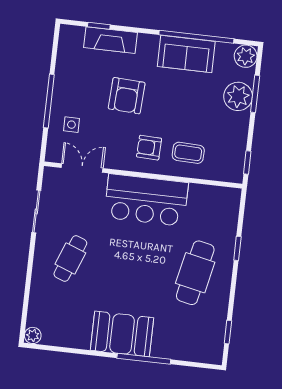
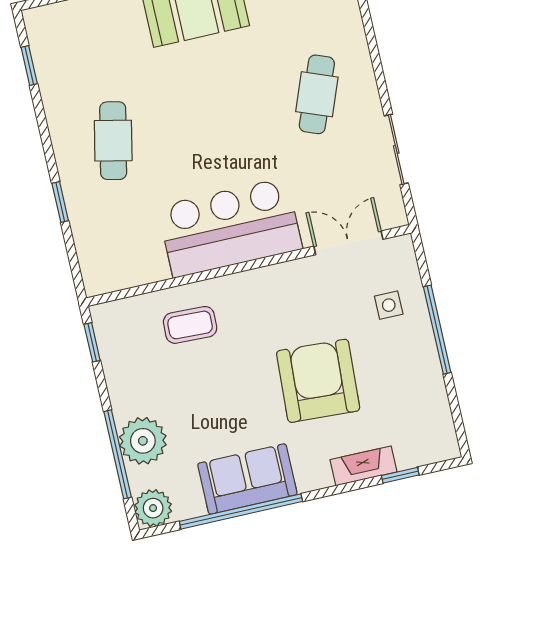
fireplace: (111, 40) -> (364, 466), width x0.73, depth x0.76
window: (255, 94) -> (118, 454), width x1.44
armchair: (127, 96) -> (318, 381), width x1.36, depth x1.36
armchair: (149, 148) -> (254, 312), removed
double door: (82, 168) -> (348, 243), swing flipped
cafe table: (195, 273) -> (113, 141), width x0.73, depth x0.74

